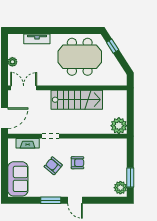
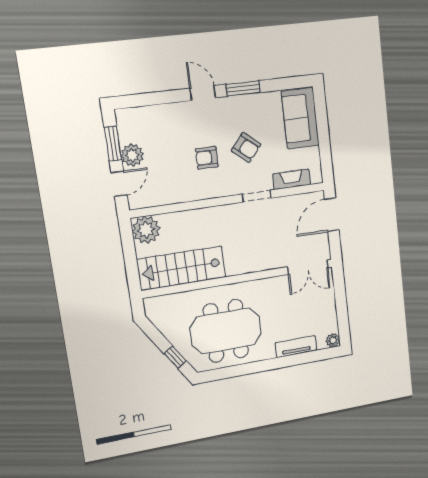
plant: (12, 62) -> (333, 340), moved
stairs: (77, 100) -> (181, 268), moved
door: (130, 154) -> (119, 184), added
plant: (120, 188) -> (132, 155), moved

